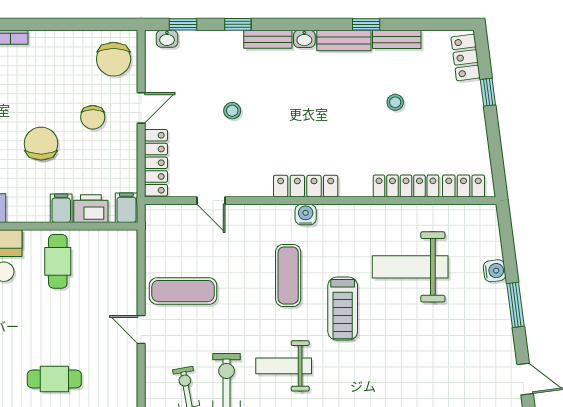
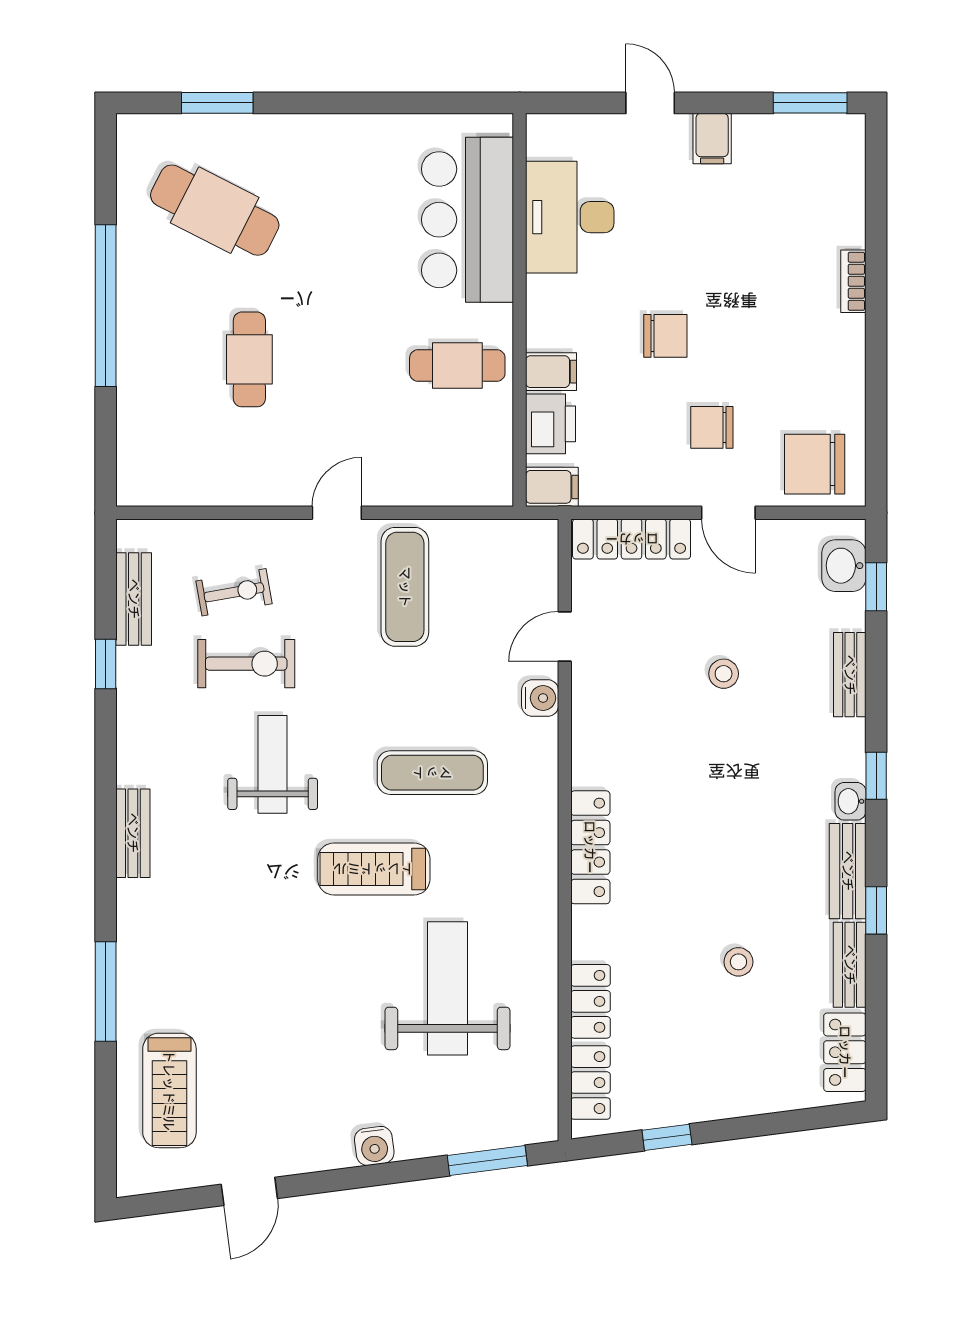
window: (238, 24) -> (876, 776), moved
washbasin: (167, 39) -> (844, 566), width x1.38, depth x1.45
bench: (268, 39) -> (850, 675), moved
locker: (466, 57) -> (845, 1052), moved, turned -83
window: (488, 92) -> (667, 1137), moved
chair: (41, 144) -> (665, 336), width x0.73, depth x0.73
locker: (306, 186) -> (590, 847), moved
locker: (406, 186) -> (590, 1001), width x0.66
water cooler: (306, 215) -> (540, 698), moved
water cooler: (495, 271) -> (374, 1146), moved
window: (515, 305) -> (487, 1161), moved

